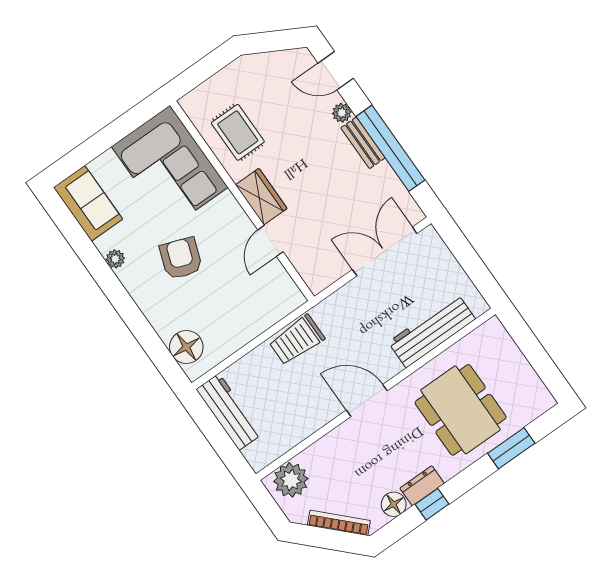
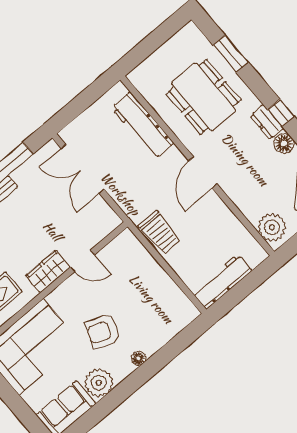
plant: (115, 259) -> (99, 383), width x1.88, depth x1.88
floor lamp: (186, 347) -> (138, 358), moved, width x0.53, depth x0.53
dining table: (461, 410) -> (204, 97), turned 90

